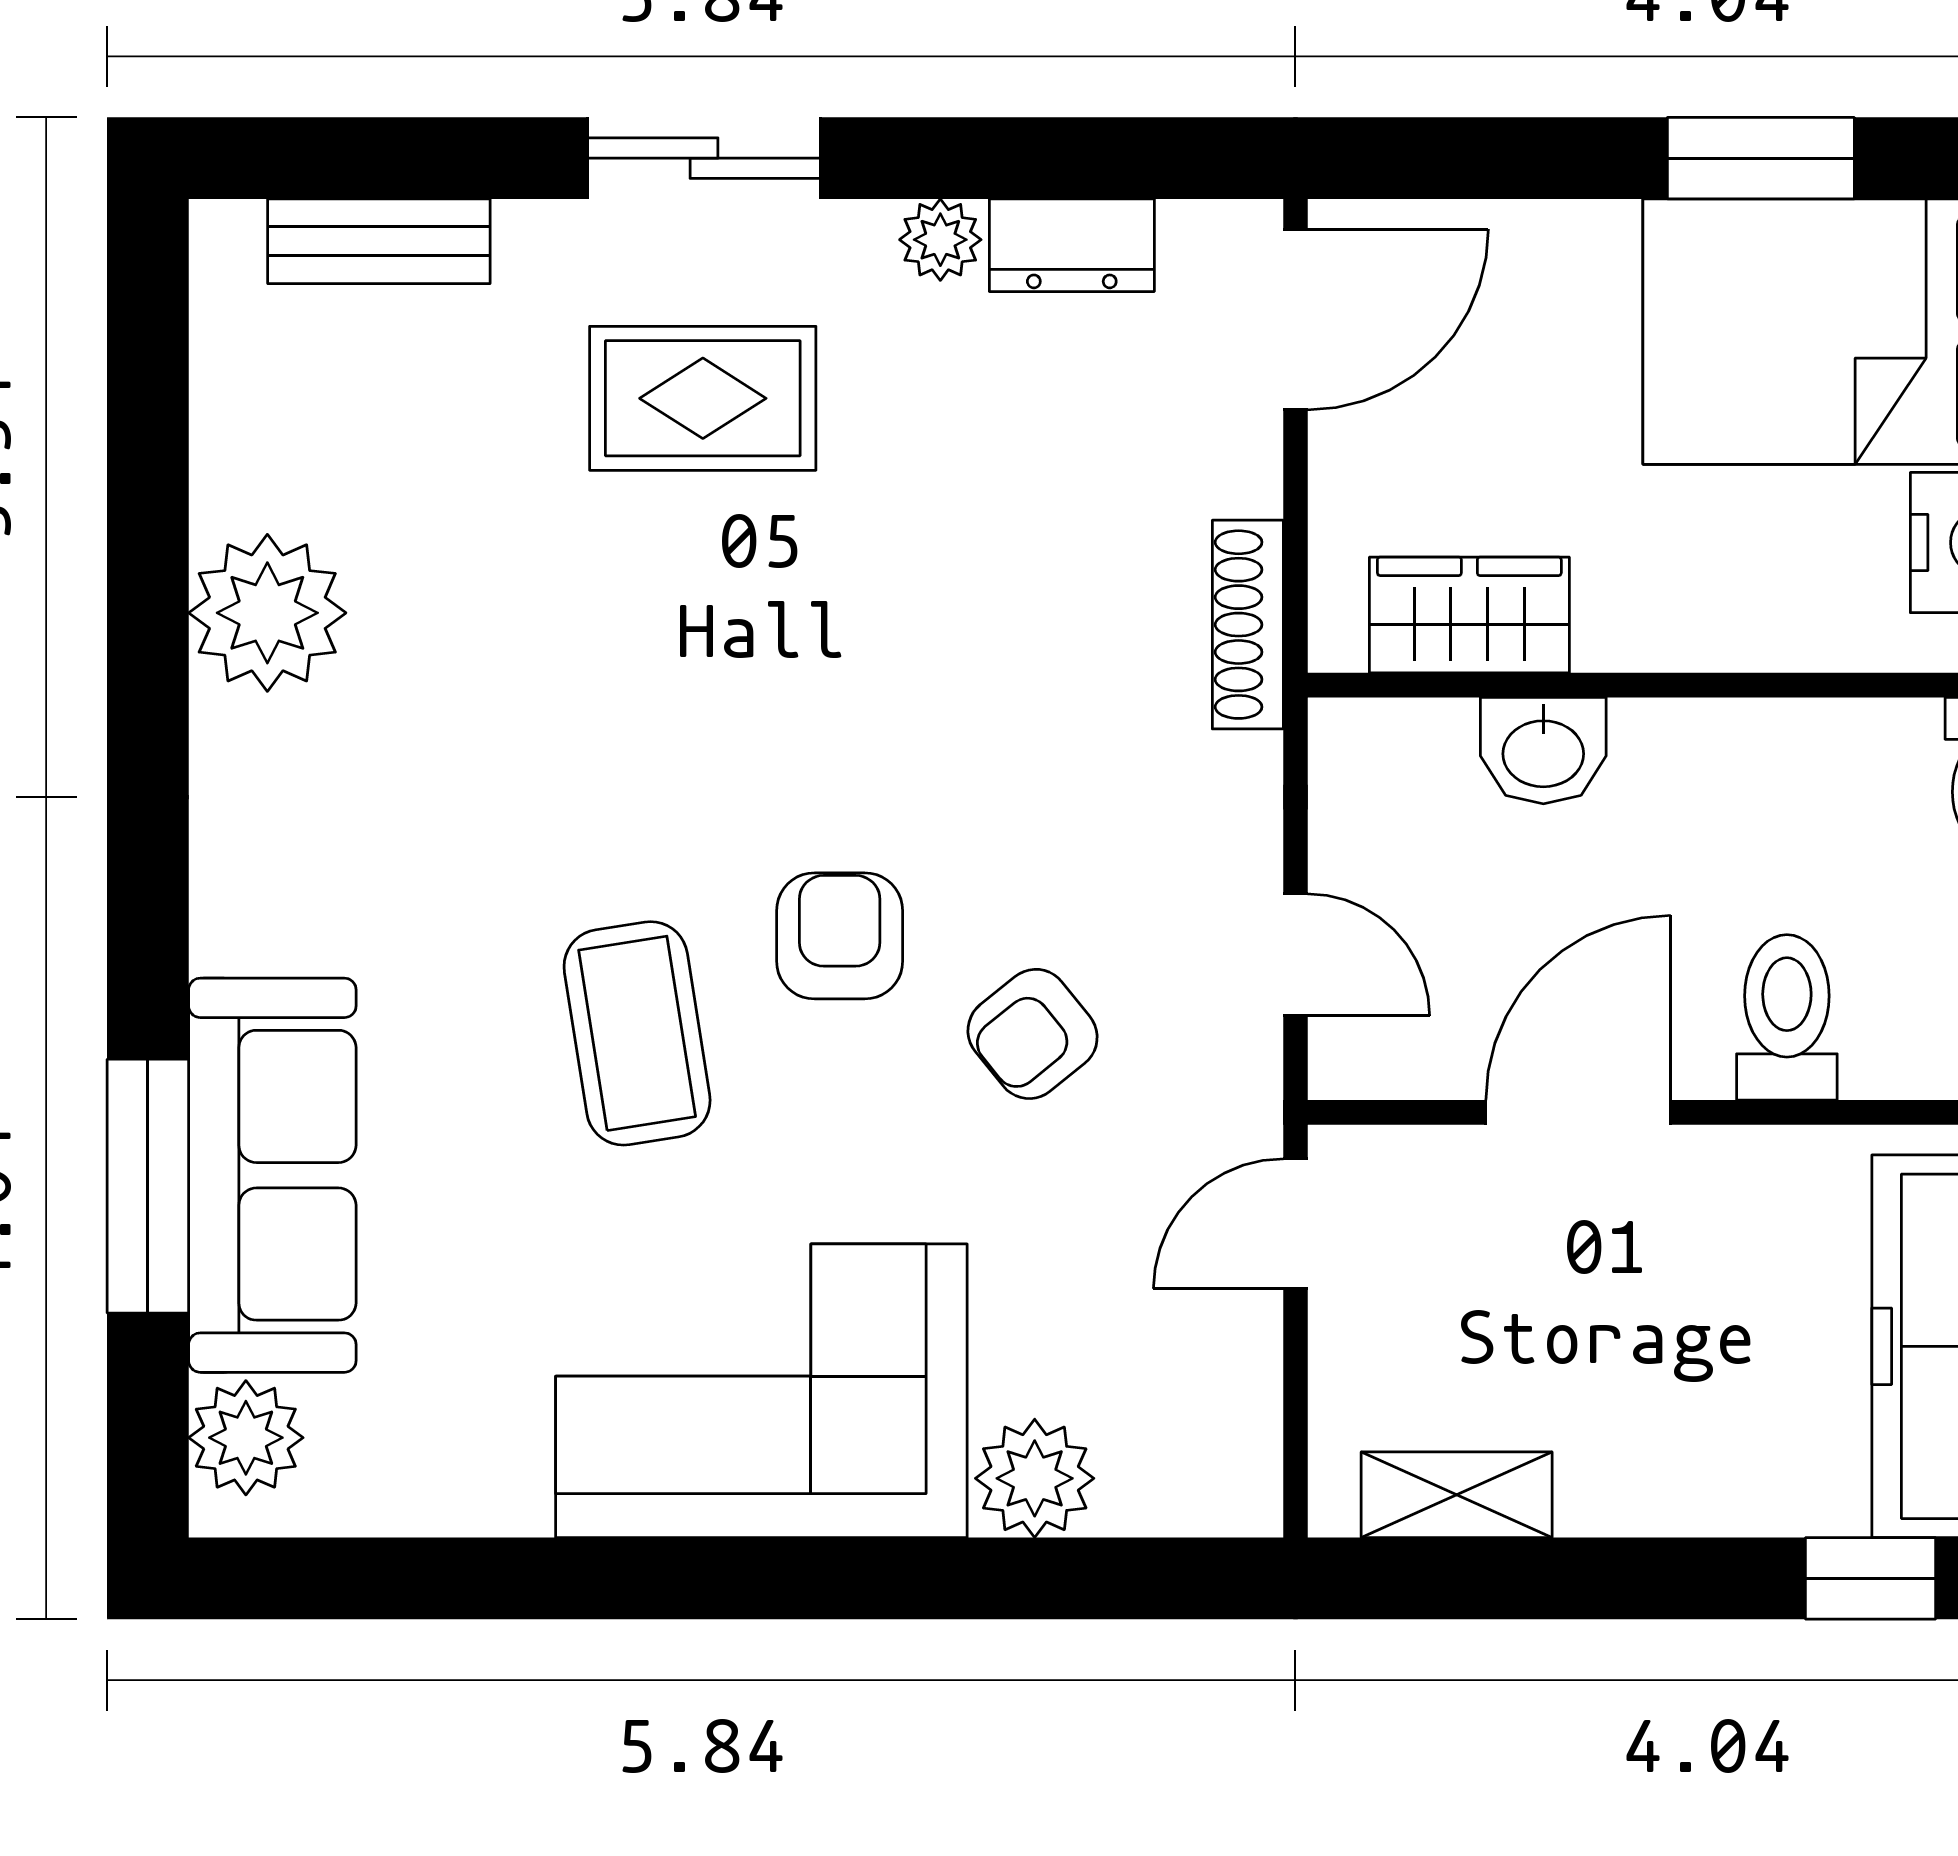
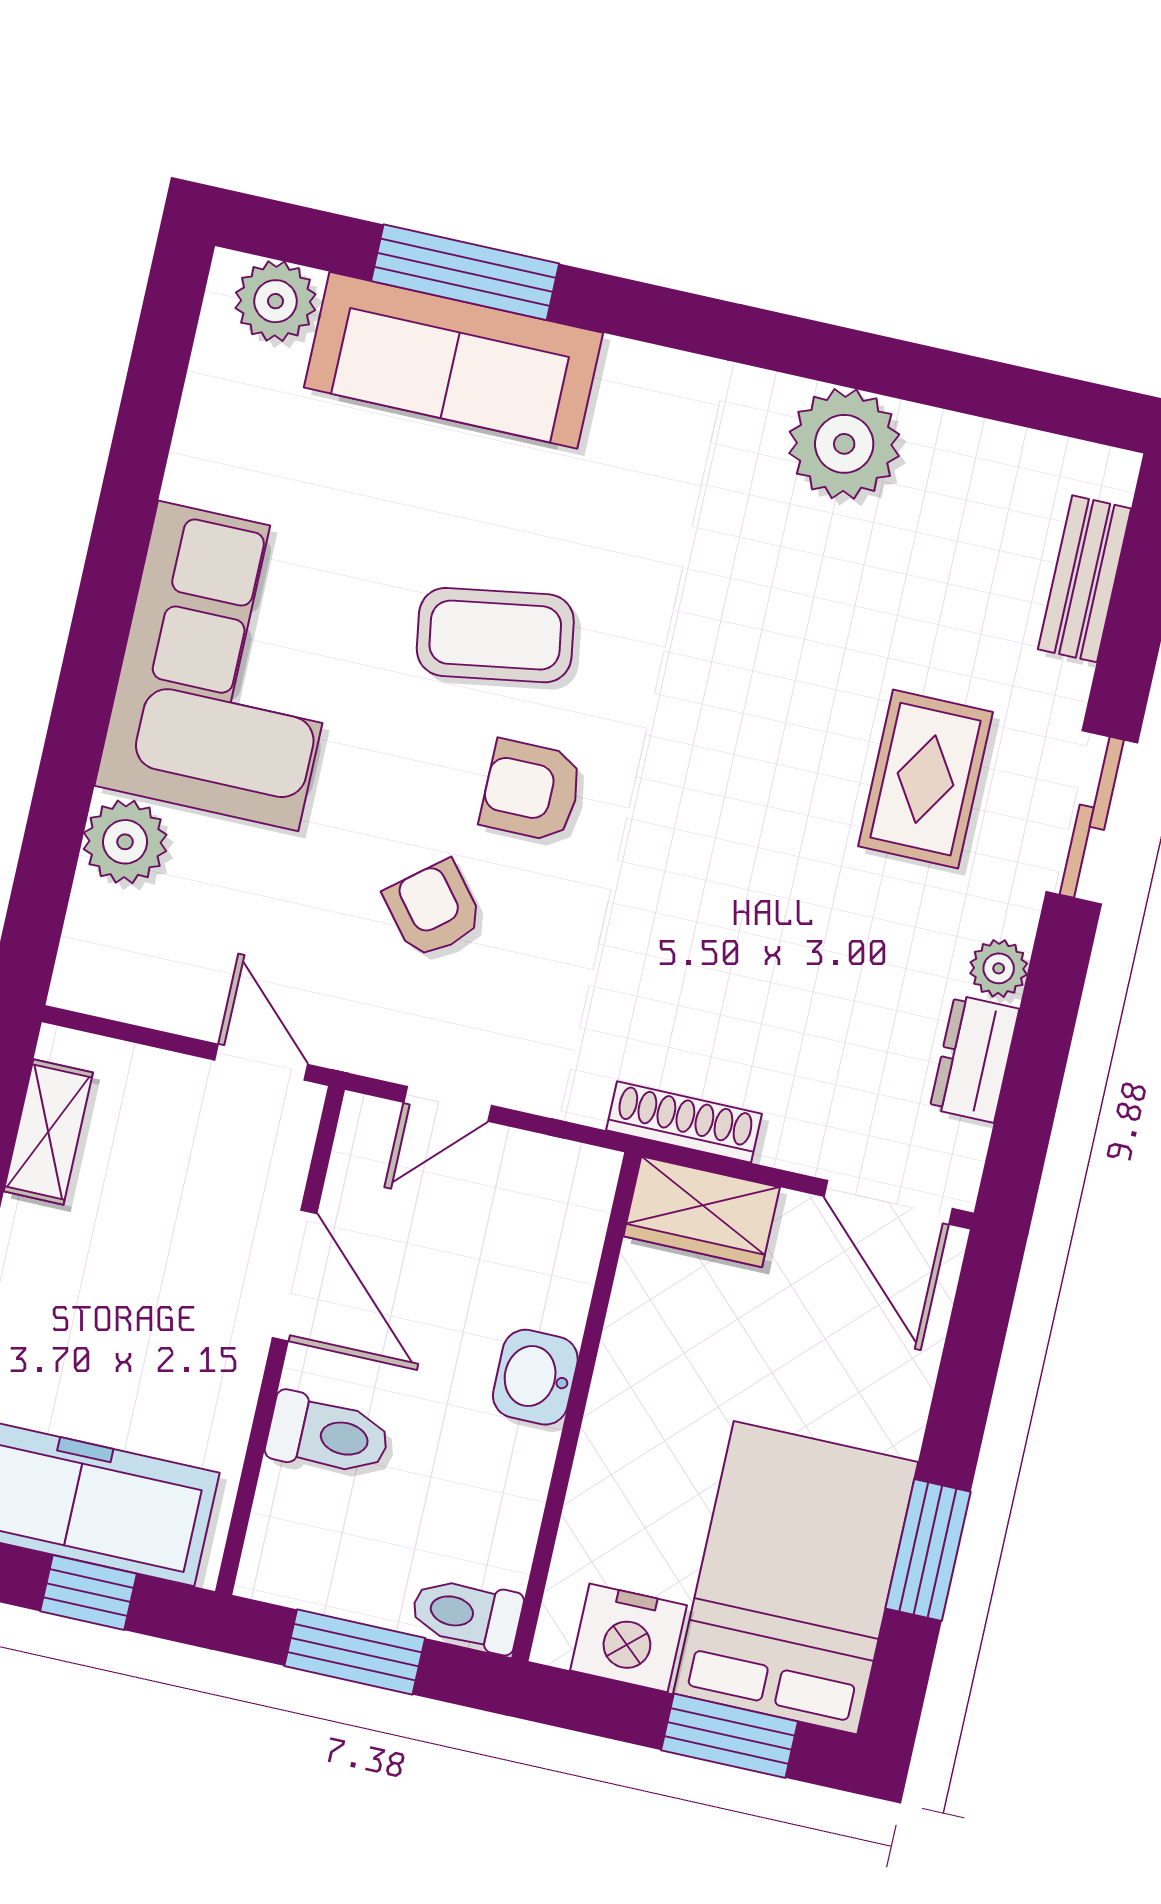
wardrobe: (1469, 615) -> (702, 1212), moved, turned 90
washbasin: (1543, 751) -> (535, 1377), moved
armchair: (840, 936) -> (531, 791), turned 180

